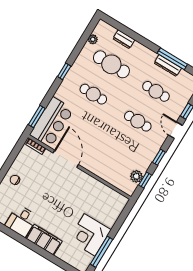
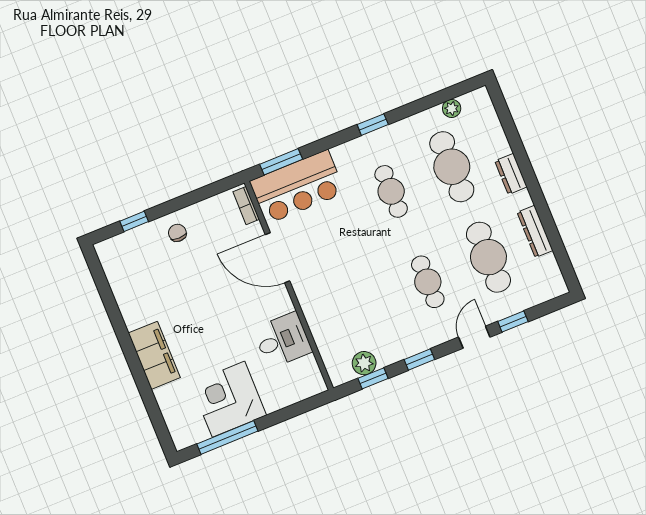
dresser: (124, 39) -> (511, 174), moved
window: (172, 59) -> (550, 226), removed
cafe table: (156, 91) -> (488, 257), width x1.37, depth x1.35
door: (66, 159) -> (277, 258), swing flipped
desk: (21, 221) -> (283, 340), moved, turned 180

